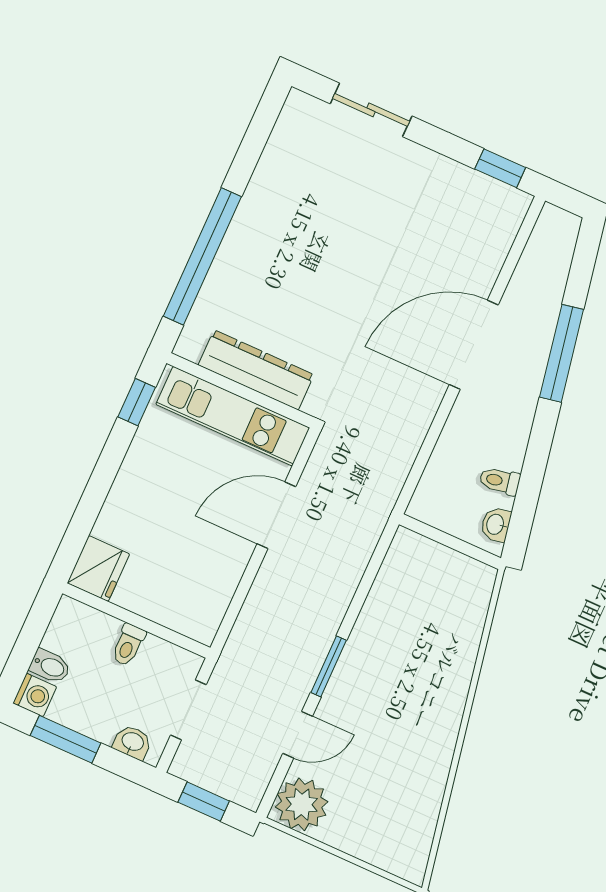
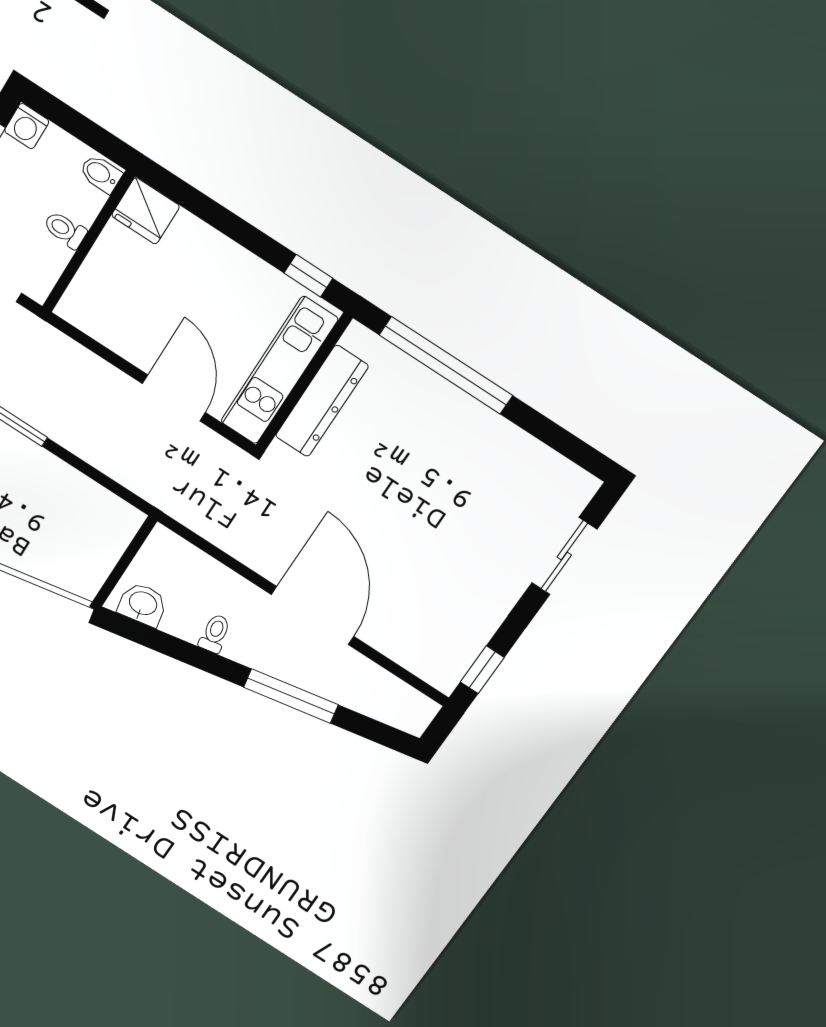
toilet: (500, 481) -> (215, 633), moved
washbasin: (496, 524) -> (143, 604), width x1.38, depth x1.45
bidet: (50, 666) -> (101, 174), moved, turned 90

